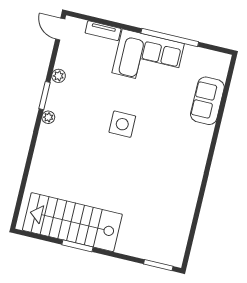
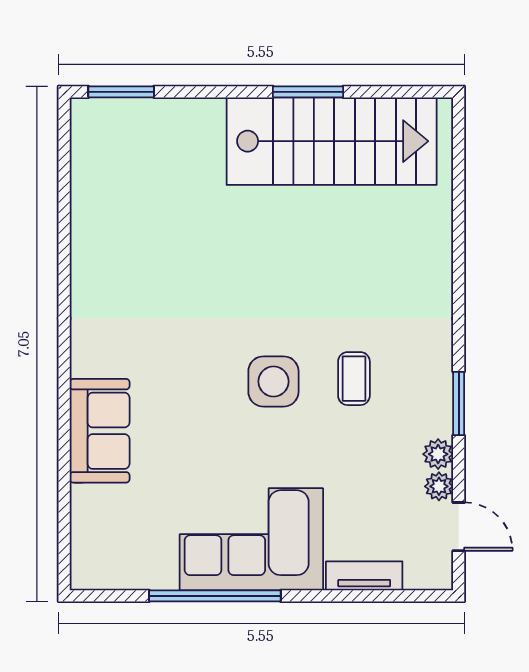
door: (60, 29) -> (459, 527), moved
sofa: (207, 101) -> (100, 431), moved
plant: (48, 117) -> (439, 486), moved
coffee table: (87, 117) -> (354, 379), added

